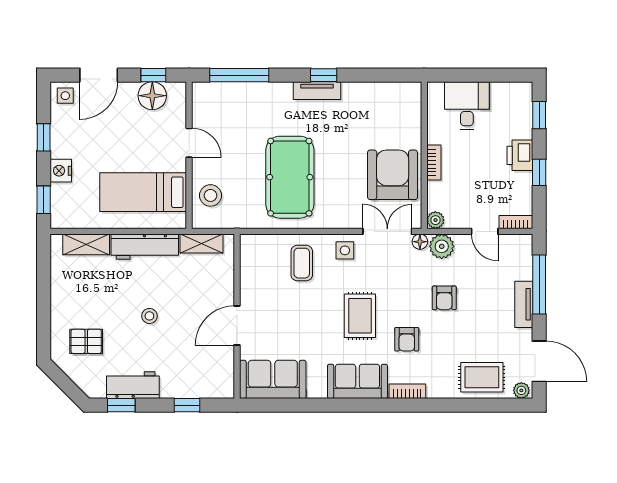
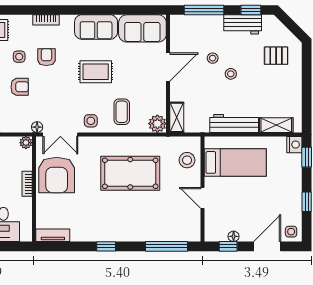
tv unit: (317, 91) -> (53, 235), moved
floor lamp: (152, 96) -> (234, 236), width x0.53, depth x0.53
nightstand: (61, 171) -> (294, 145), moved
pool table: (290, 177) -> (130, 173), turned 90
shelving: (202, 244) -> (177, 117), moved, turned 90
plant: (442, 246) -> (157, 124), moved
armchair: (444, 298) -> (20, 87), turned 90
rug: (360, 316) -> (96, 72), moved, turned 90
stool: (175, 338) -> (213, 58), added
side table: (445, 340) -> (19, 57), added
sofa: (357, 381) -> (96, 27), moved
window: (187, 405) -> (204, 10), width x2.17

